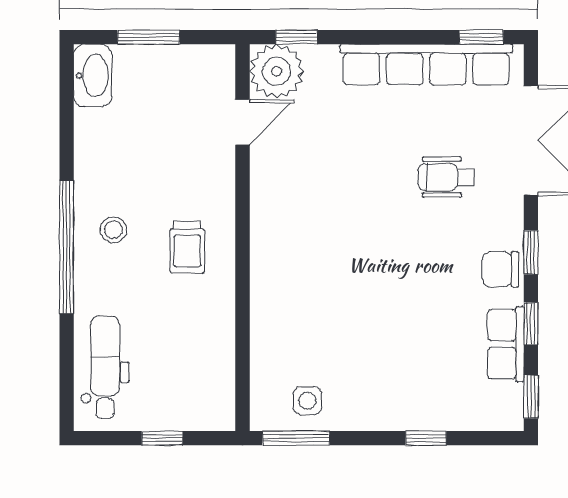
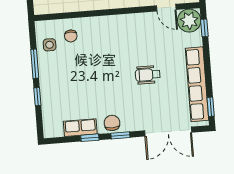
wheelchair: (446, 177) -> (148, 75), moved, turned -90
chair: (291, 349) -> (71, 36), added
window: (531, 397) -> (59, 140), removed
window: (296, 438) -> (35, 64), moved

